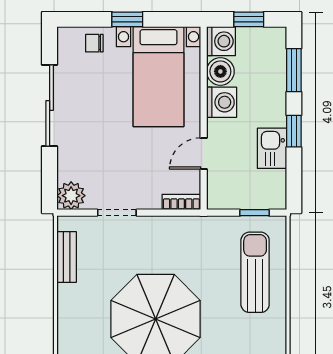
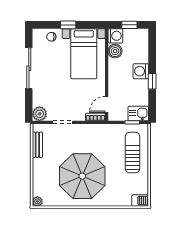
window: (294, 70) -> (152, 50), removed
washing machine: (222, 102) -> (141, 71), moved, turned 180
kitchen sink: (272, 148) -> (138, 114), moved, turned 90
door: (204, 153) -> (107, 104), moved

